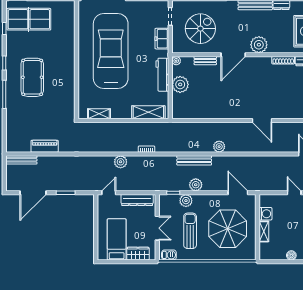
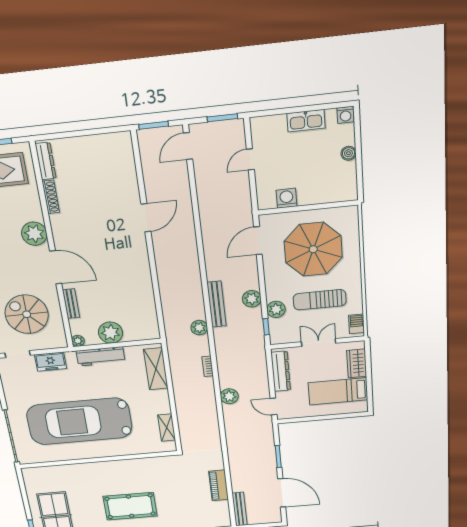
plant: (219, 147) -> (199, 328), moved
shelving: (264, 231) -> (314, 198), removed

